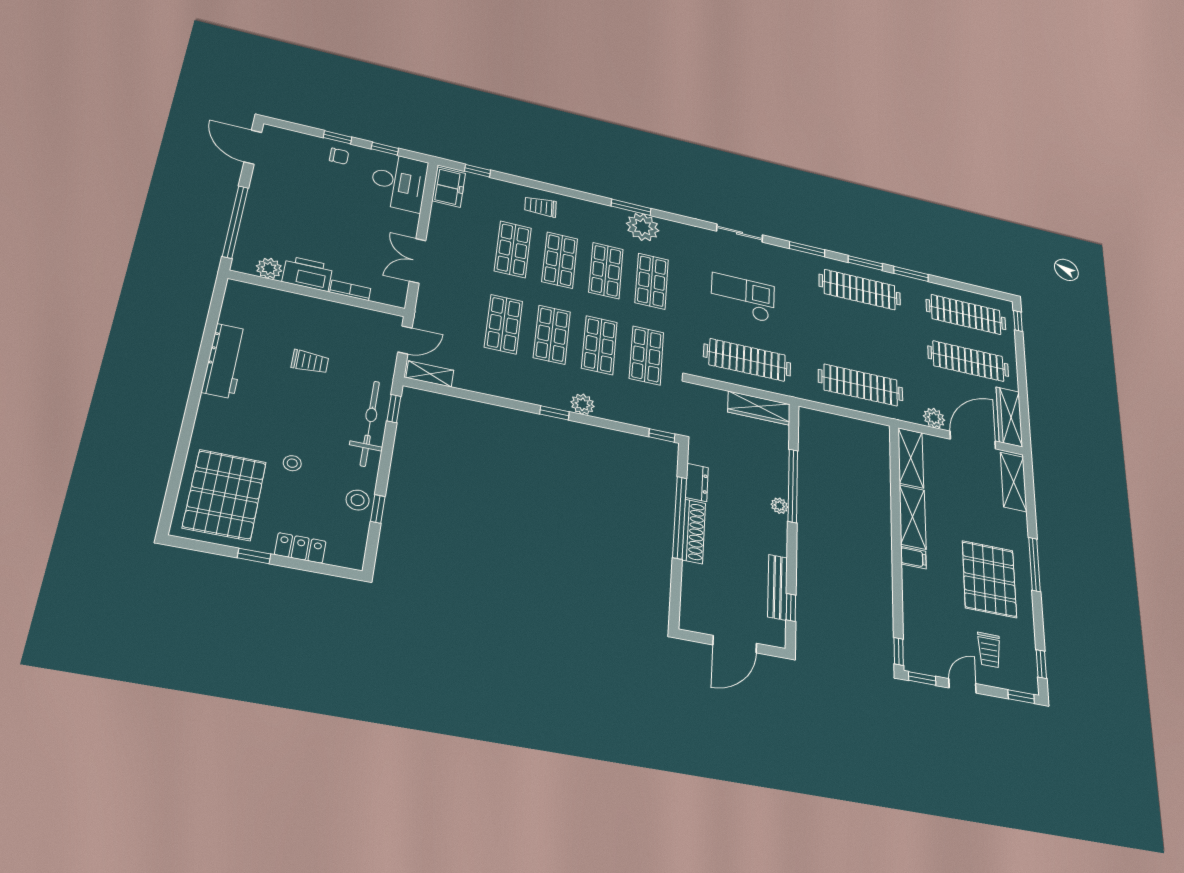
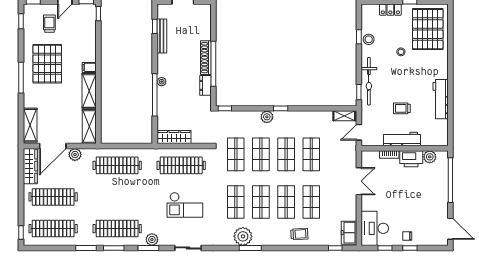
plant: (801, 260) -> (152, 240), added
workbench: (320, 310) -> (402, 139), added

